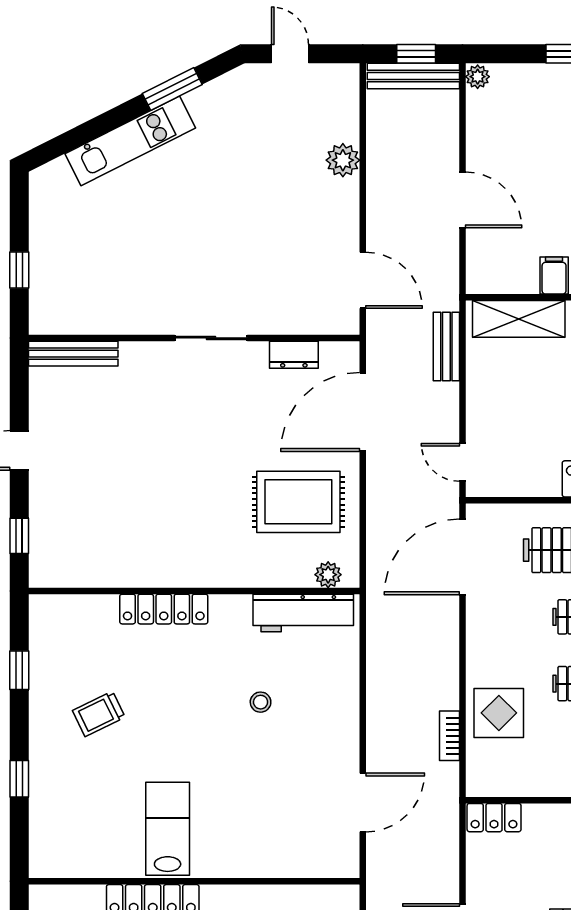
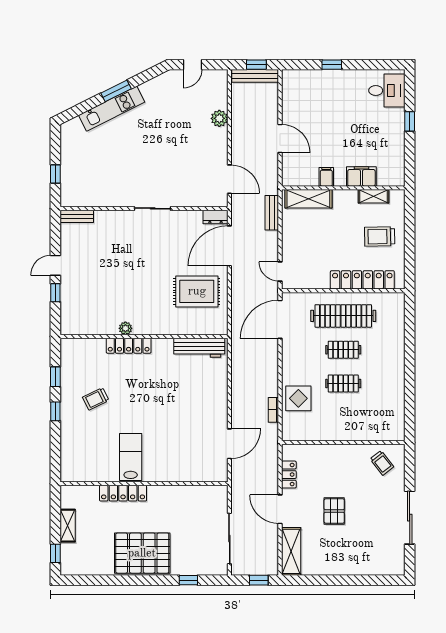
door: (290, 54) -> (193, 65), swing flipped
plant: (478, 77) -> (288, 76), removed
window: (172, 89) -> (116, 91), moved
bench: (73, 354) -> (77, 216), width x0.73
dresser: (294, 355) -> (216, 217), moved
window: (19, 536) -> (55, 293), moved
plant: (328, 575) -> (125, 328), moved
stool: (261, 702) -> (178, 393), removed
window: (19, 779) -> (55, 411), moved
locker: (494, 818) -> (289, 475), moved, turned -90

